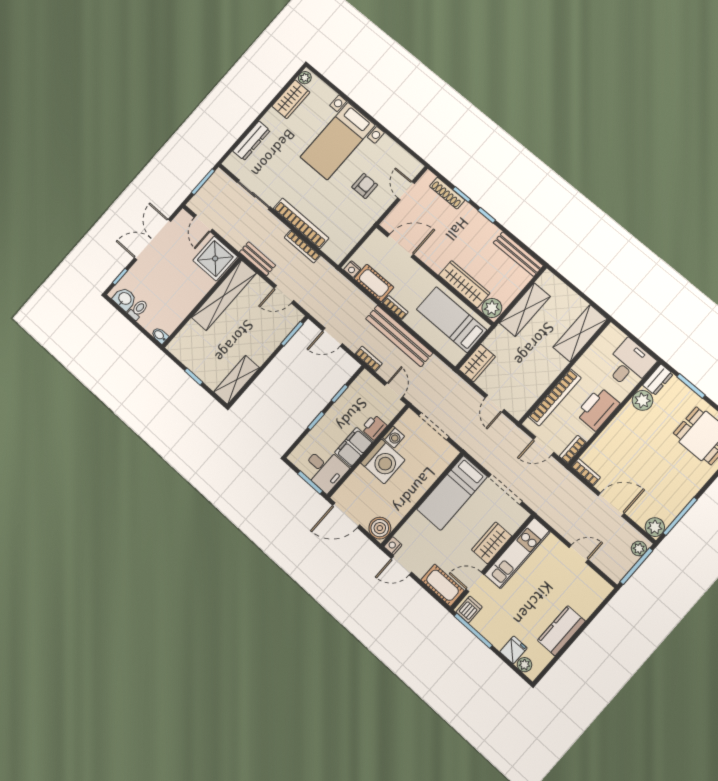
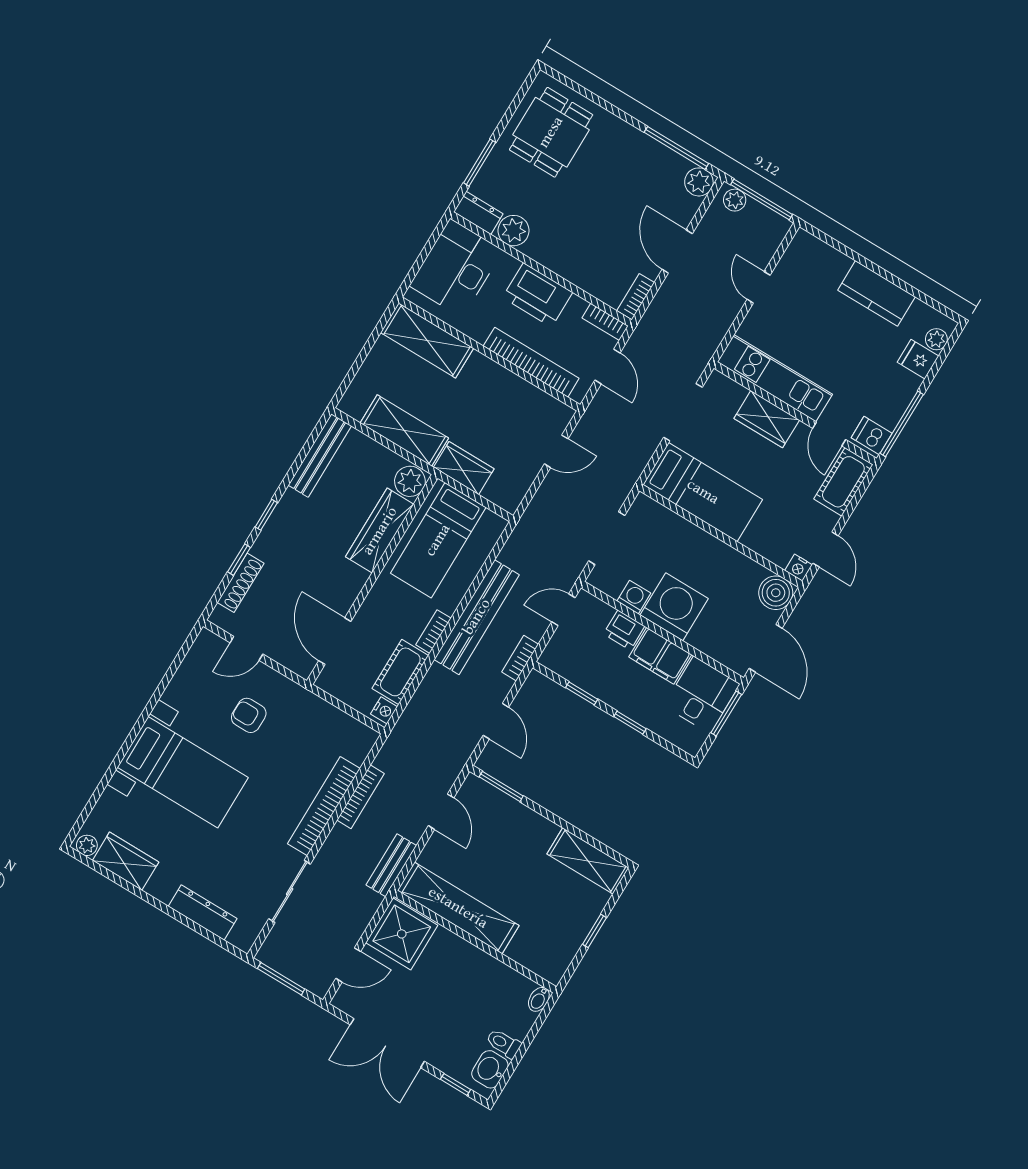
wardrobe: (477, 363) -> (464, 468), moved
desk: (629, 364) -> (456, 268), width x1.37

